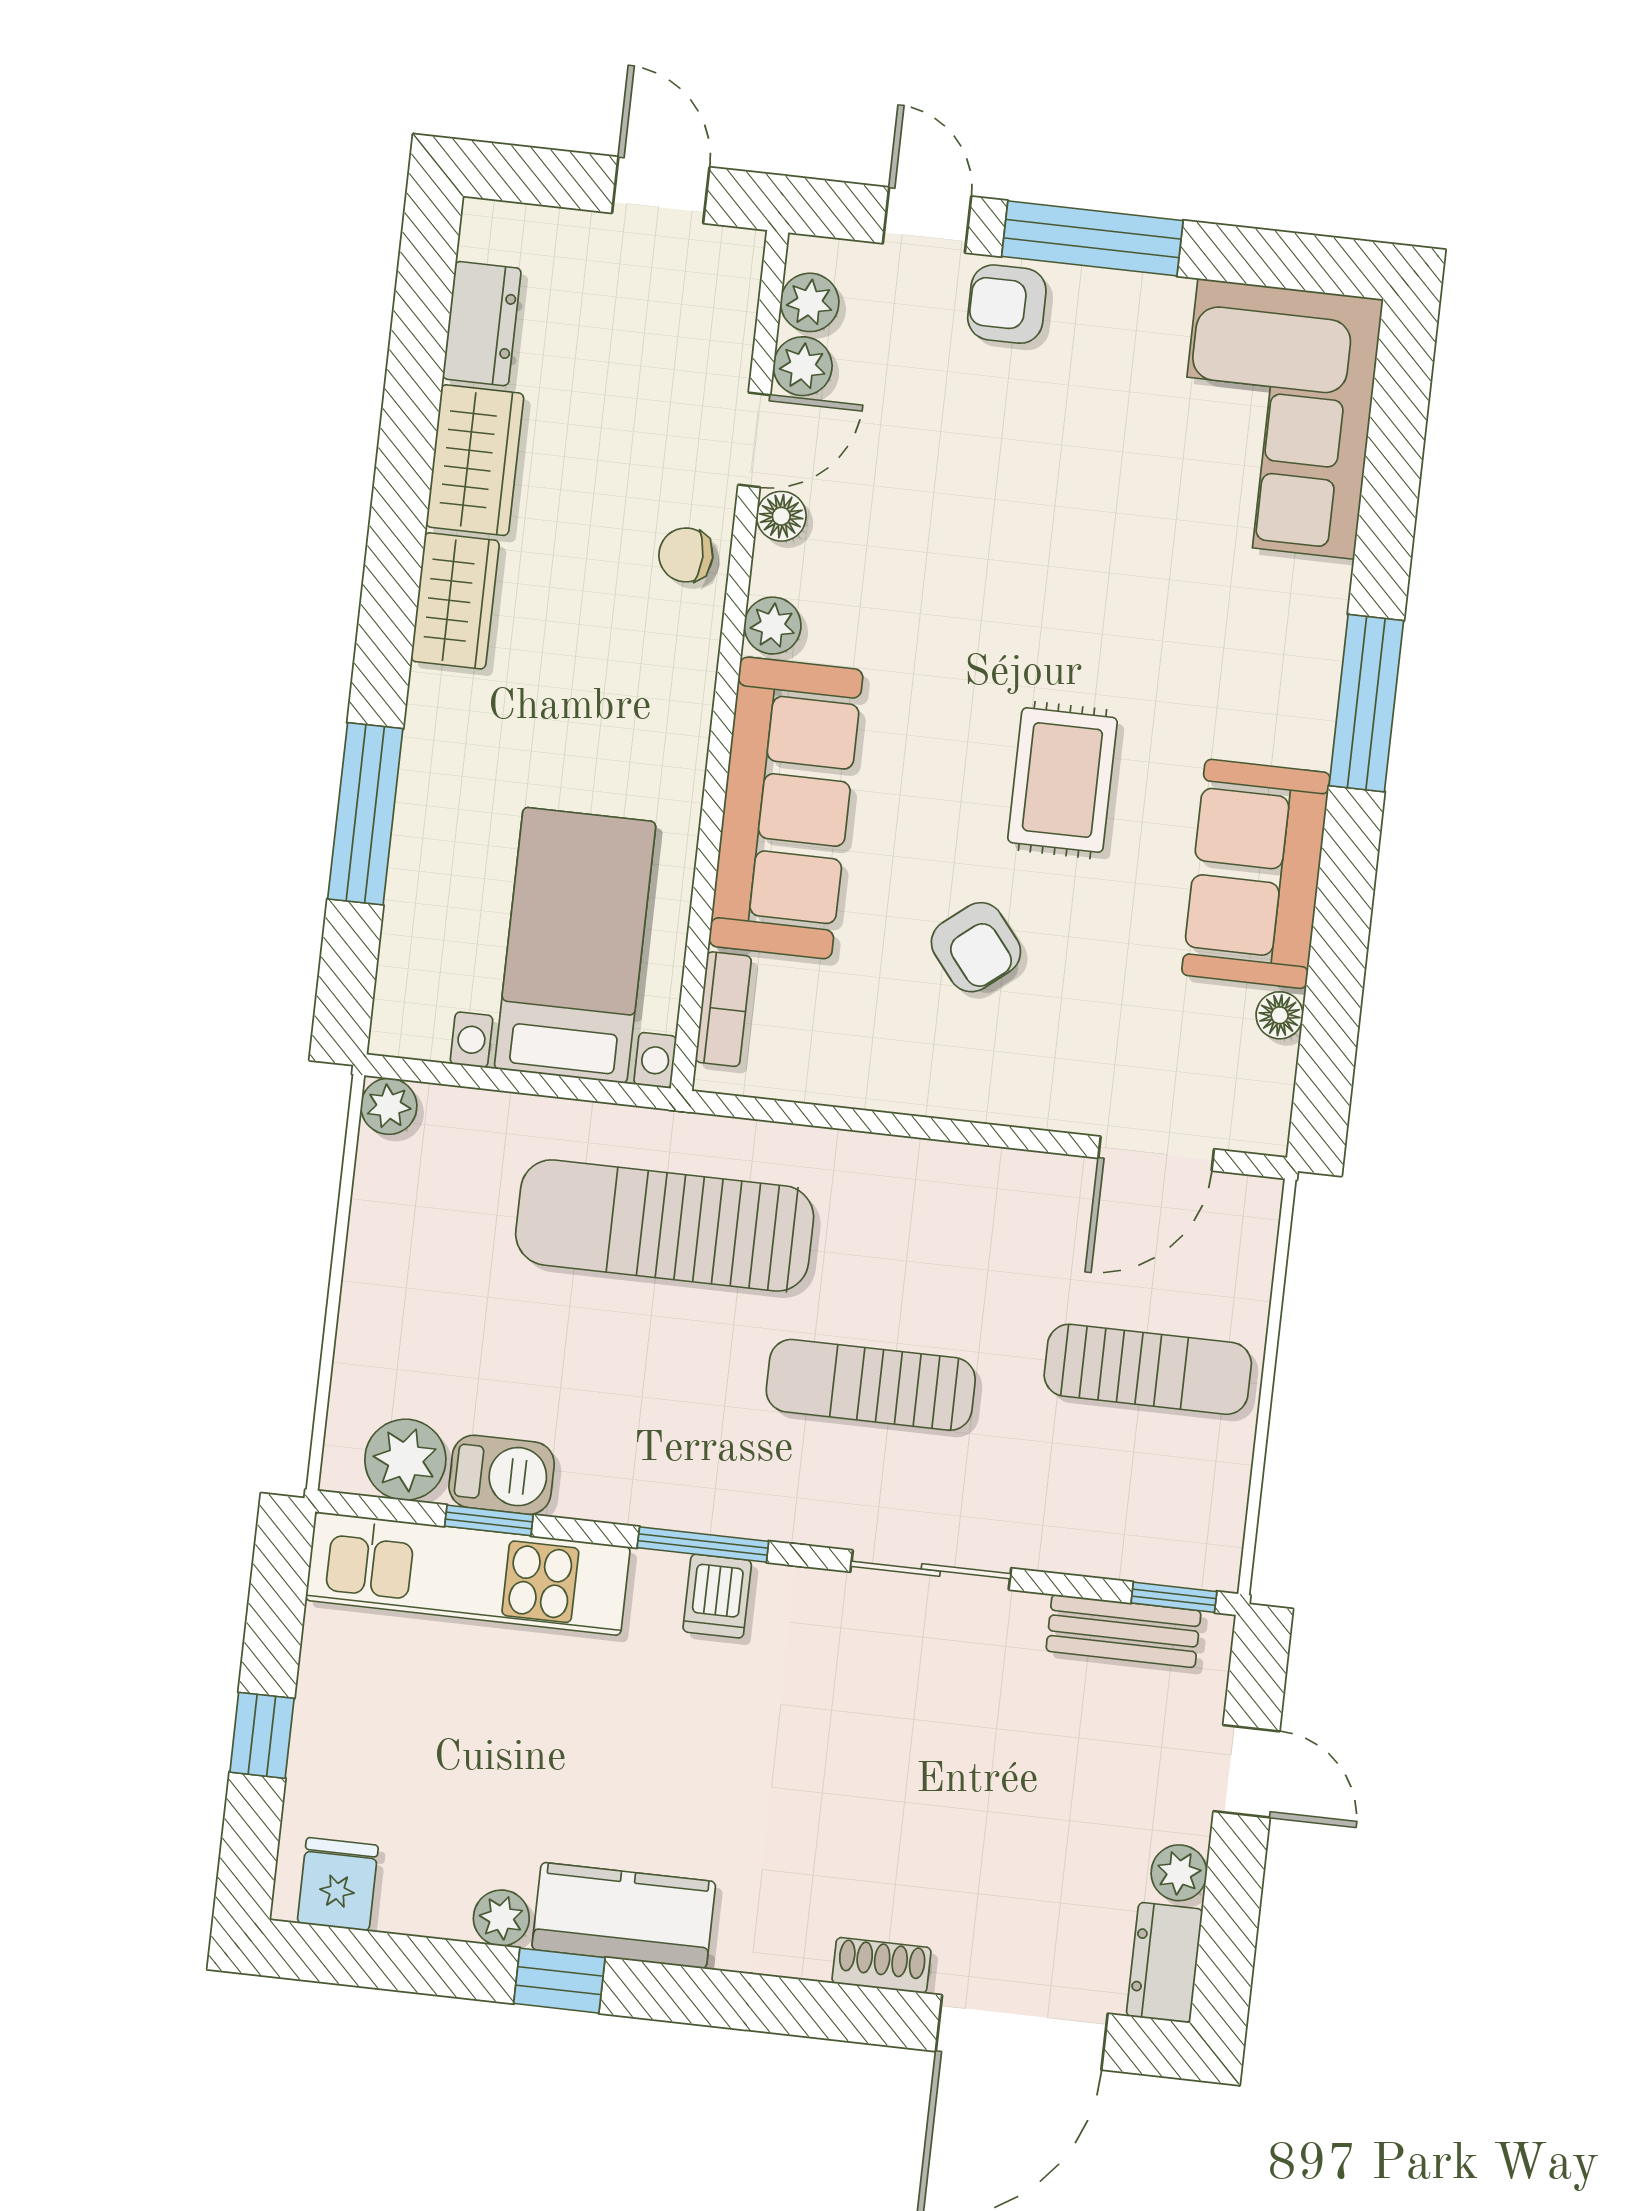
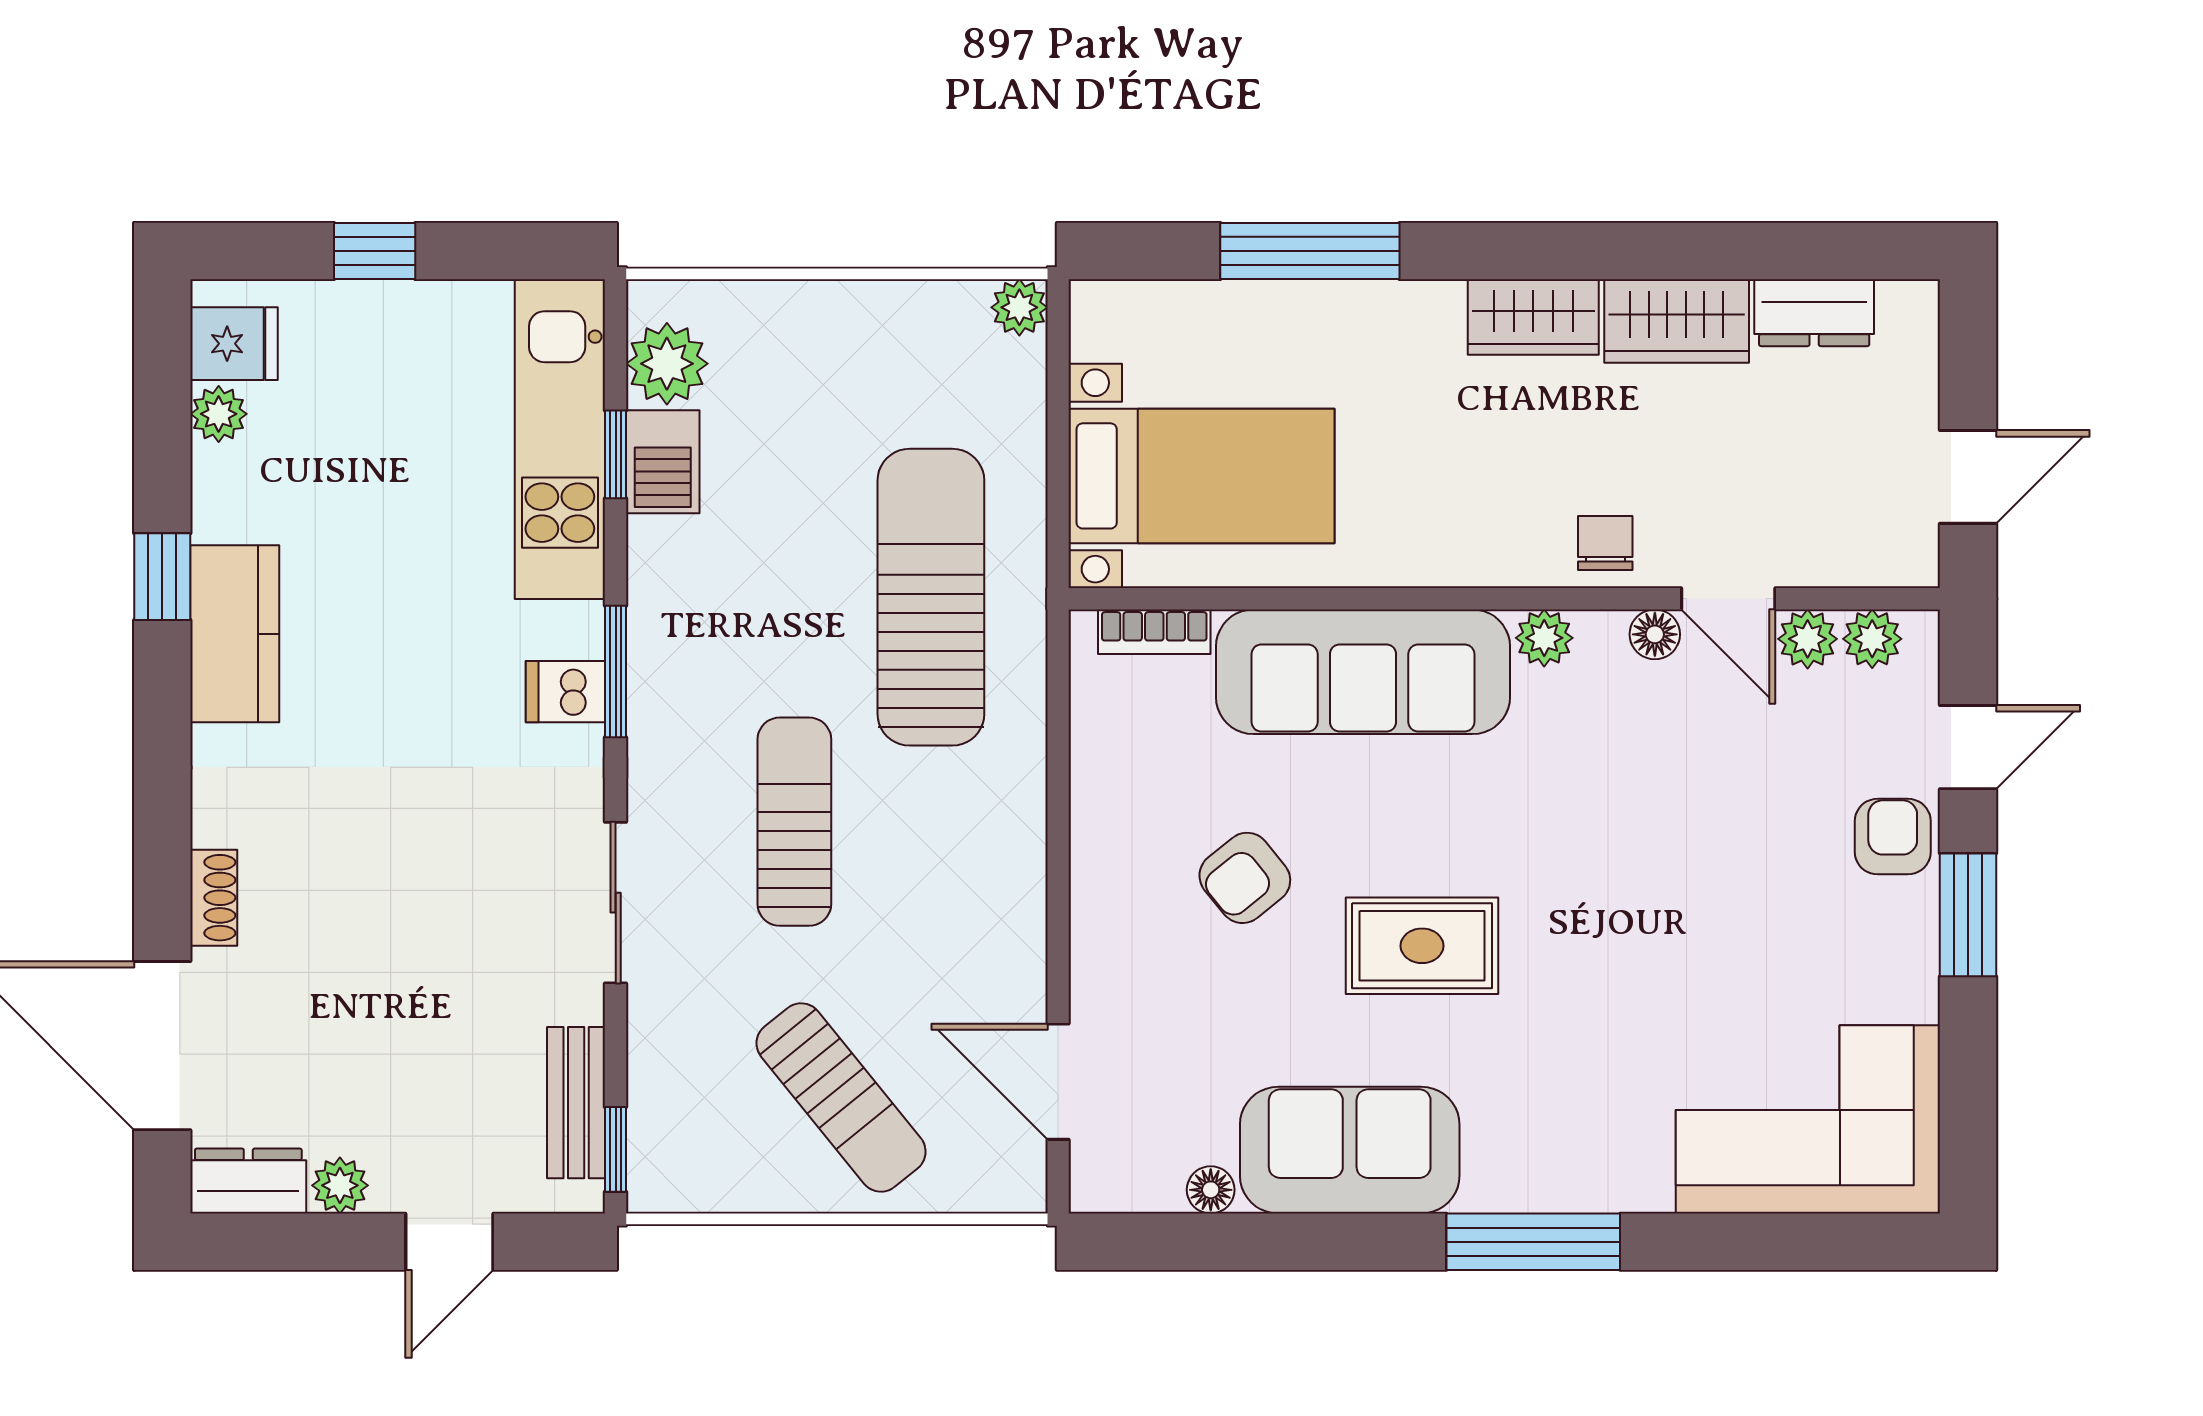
window: (1092, 238) -> (1968, 915), width x0.69
sun lounger: (1148, 1369) -> (841, 1098), turned -39
plant: (501, 1918) -> (219, 414), moved

